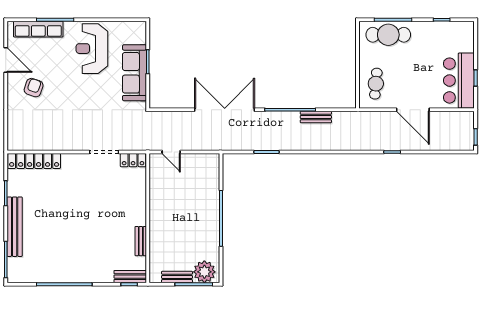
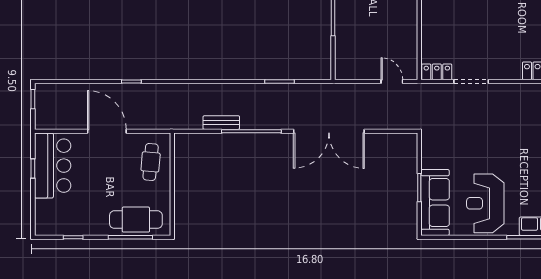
reception desk: (92, 49) -> (485, 203), turned 180
sofa: (134, 73) -> (435, 202), moved

